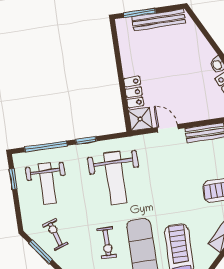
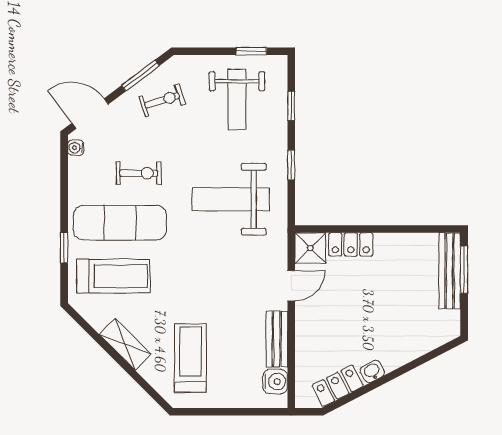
bench: (159, 20) -> (450, 271), moved
window: (46, 146) -> (291, 106), width x0.46
weight bench: (47, 184) -> (237, 99), turned -90
exercise bike: (107, 243) -> (139, 173), turned 180

